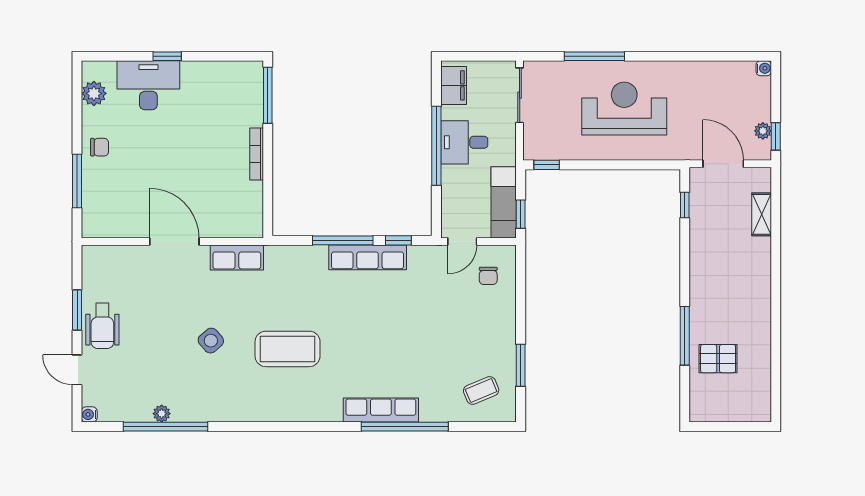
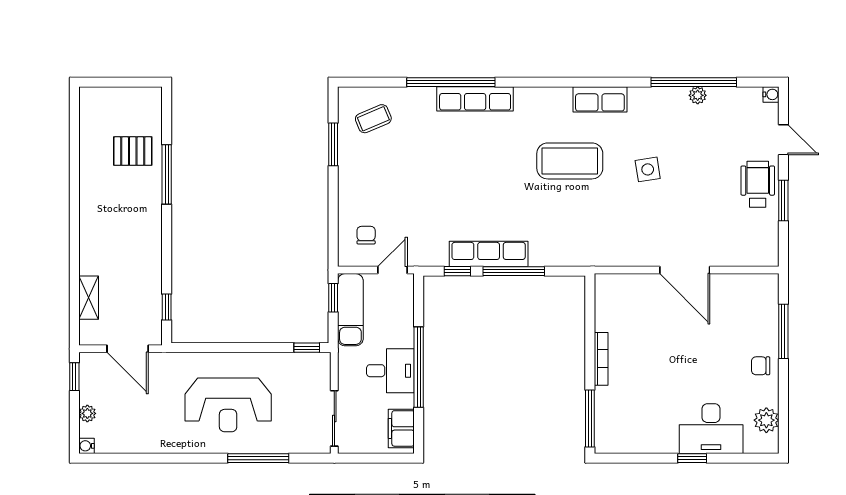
plant: (763, 131) -> (87, 413), moved
row of seats: (237, 257) -> (600, 99), moved, turned 180
side table: (211, 341) -> (648, 169), turned 32

